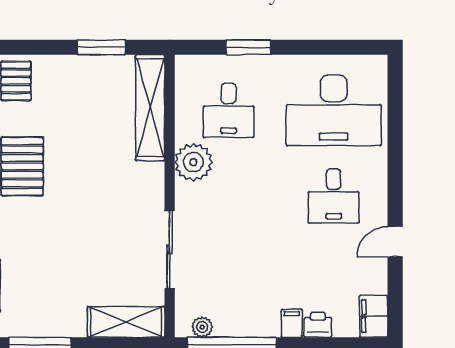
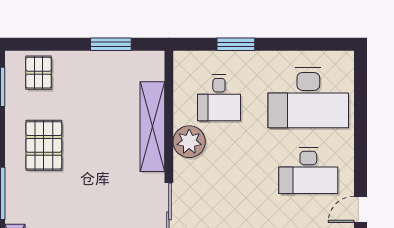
shelving: (150, 108) -> (152, 127), moved
desk: (334, 196) -> (308, 170), width x1.37

